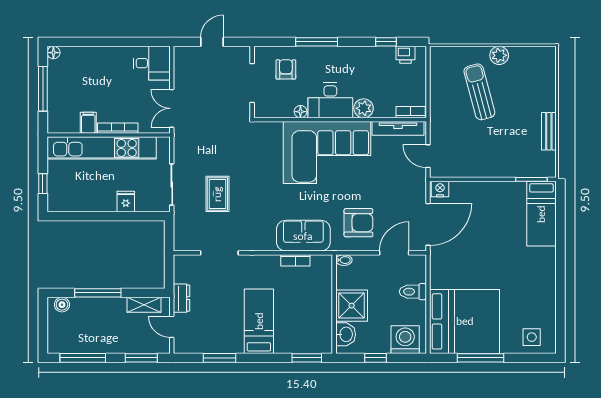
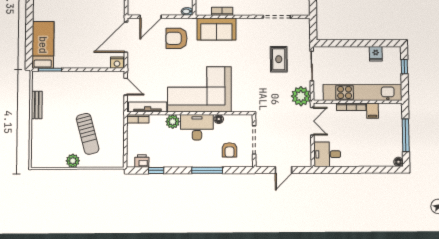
plant: (187, 143) -> (301, 96), added
fridge: (126, 201) -> (376, 54), moved

